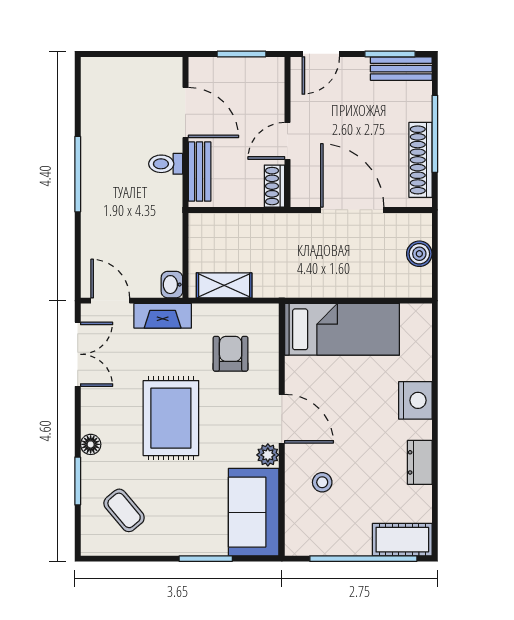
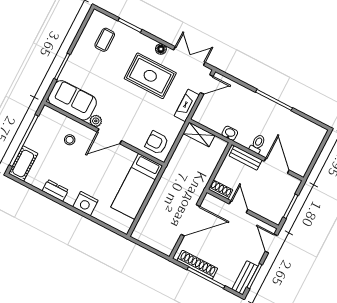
door: (185, 113) -> (277, 166), swing flipped
boiler: (419, 254) -> (153, 241), removed
washbasin: (172, 285) -> (230, 133), moved
shelving: (224, 285) -> (199, 134), moved, turned 90
double door: (78, 354) -> (189, 56), swing flipped
armchair: (231, 354) -> (157, 143), moved, turned 180
rug: (171, 418) -> (150, 76), moved
floor lamp: (91, 444) -> (161, 49), moved
coffee table: (124, 510) -> (105, 40), turned -50

